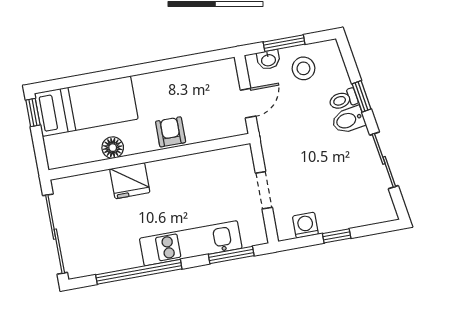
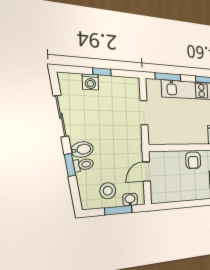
washing machine: (305, 225) -> (90, 82), moved

